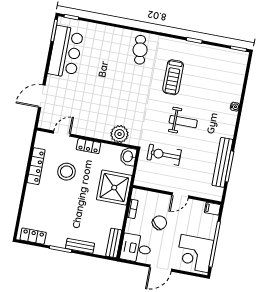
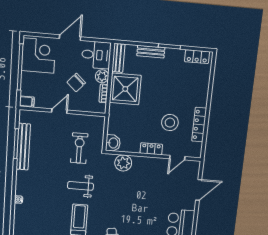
weight bench: (183, 122) -> (80, 186), moved
exercise bike: (164, 155) -> (79, 148), turned -90
shower: (114, 188) -> (125, 89), moved
plant: (132, 226) -> (102, 76), added

